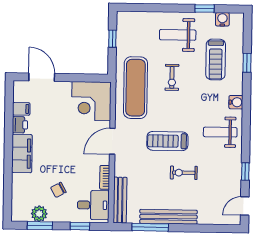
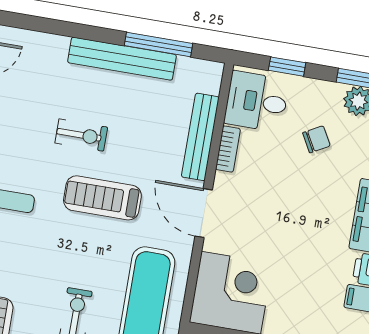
door: (112, 141) -> (204, 213), swing flipped
treadmill: (167, 141) -> (102, 198), turned 180
bench: (120, 200) -> (200, 137), moved

